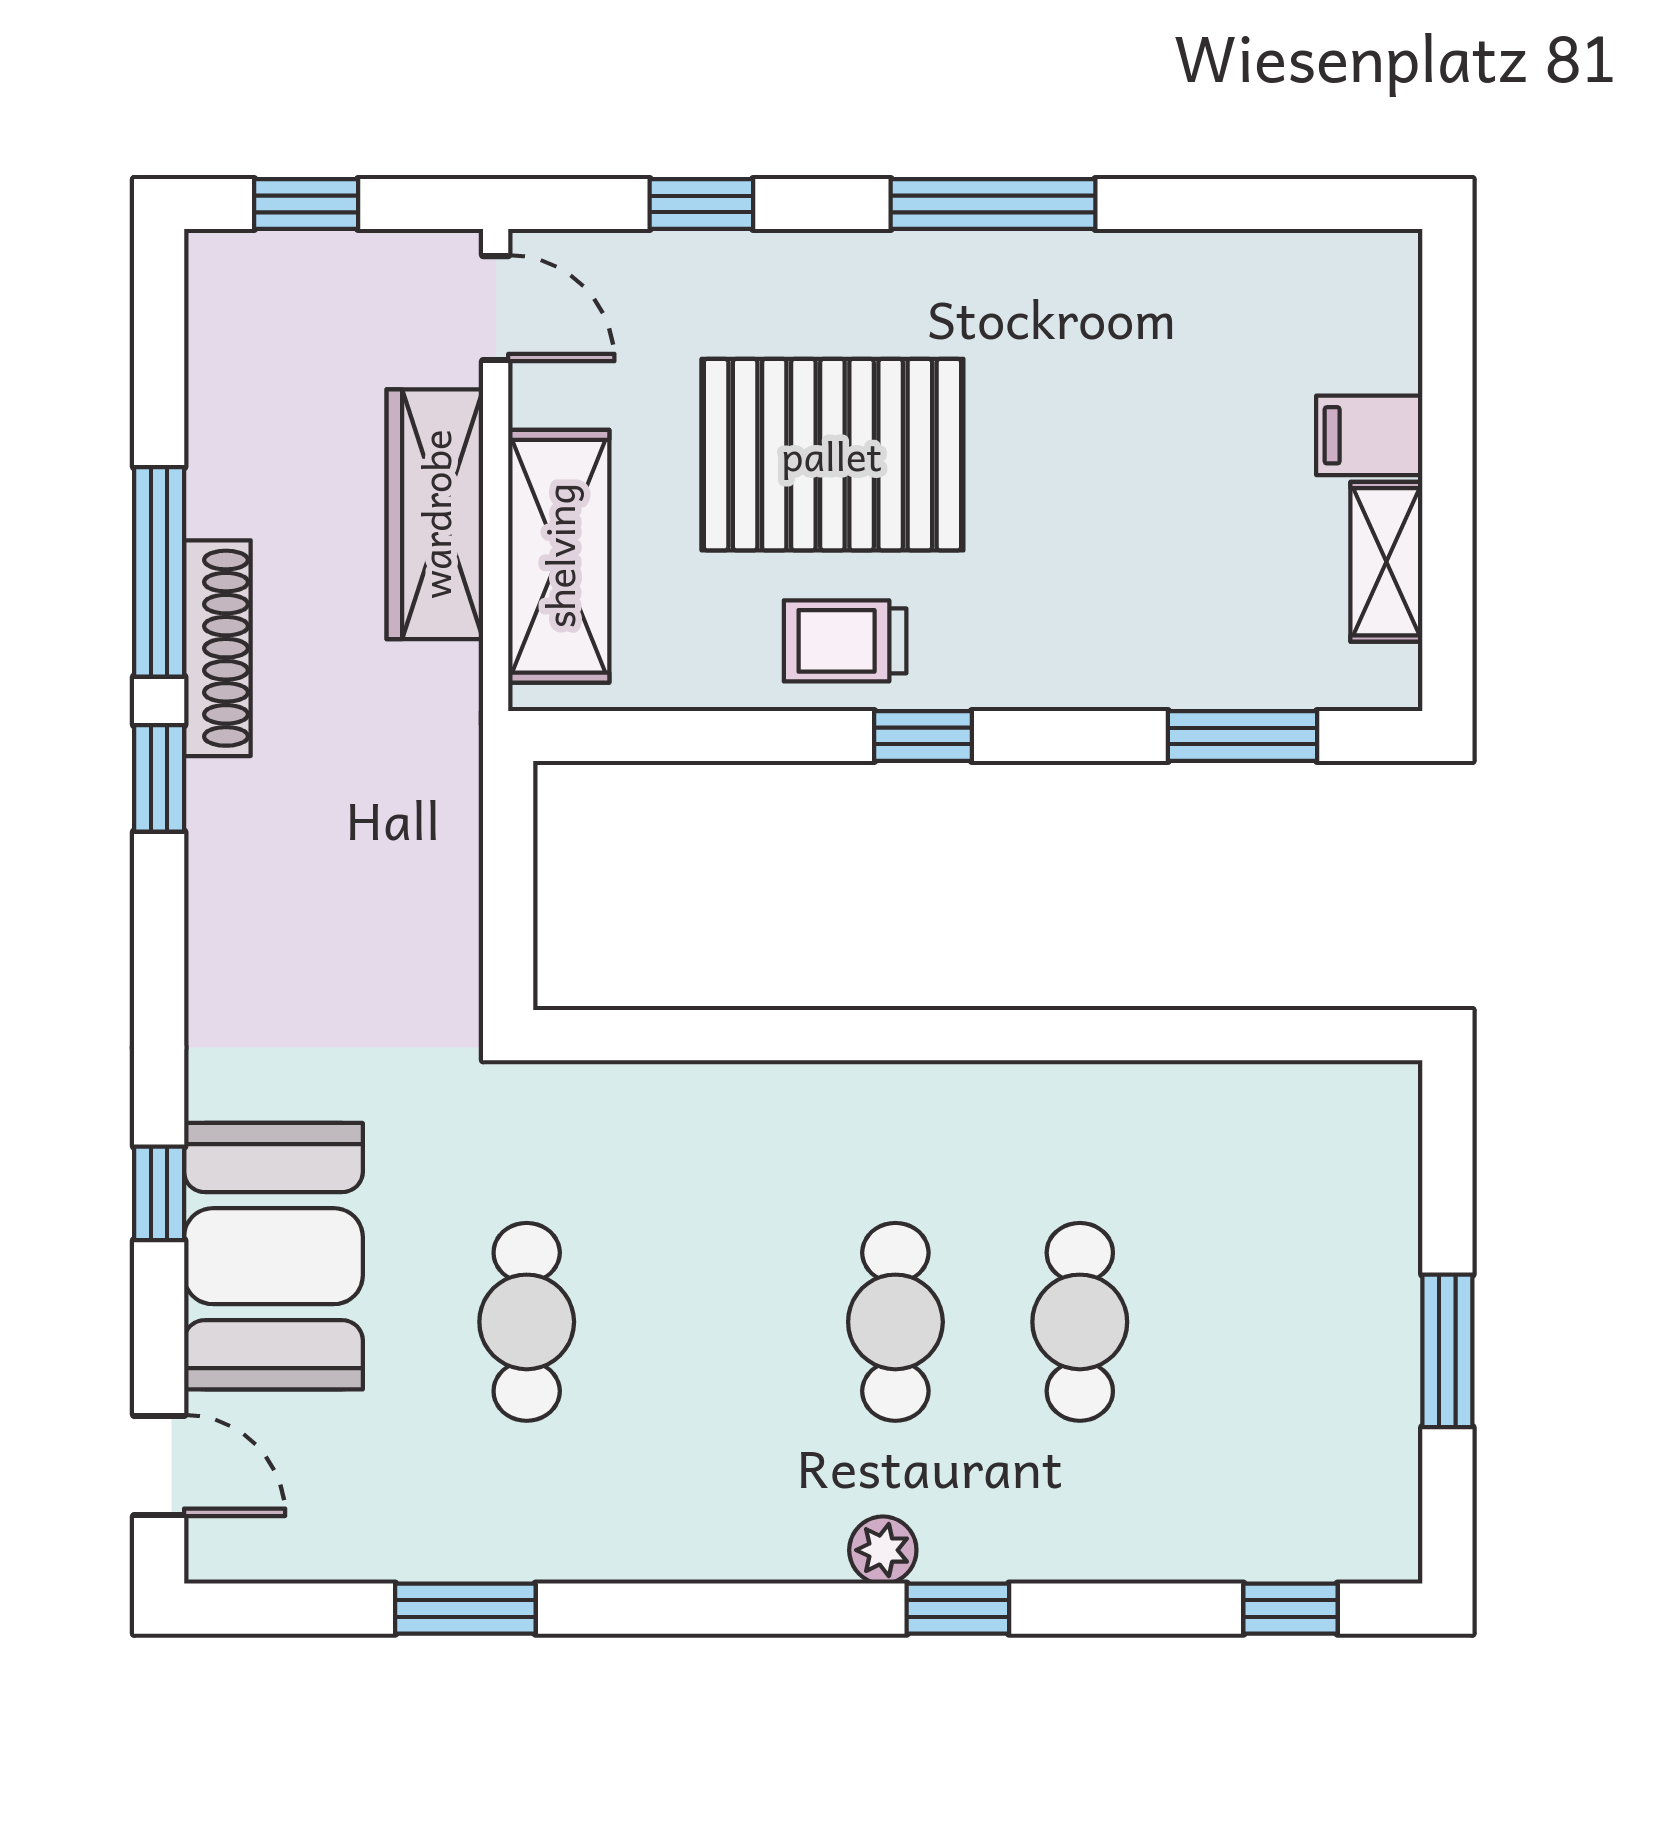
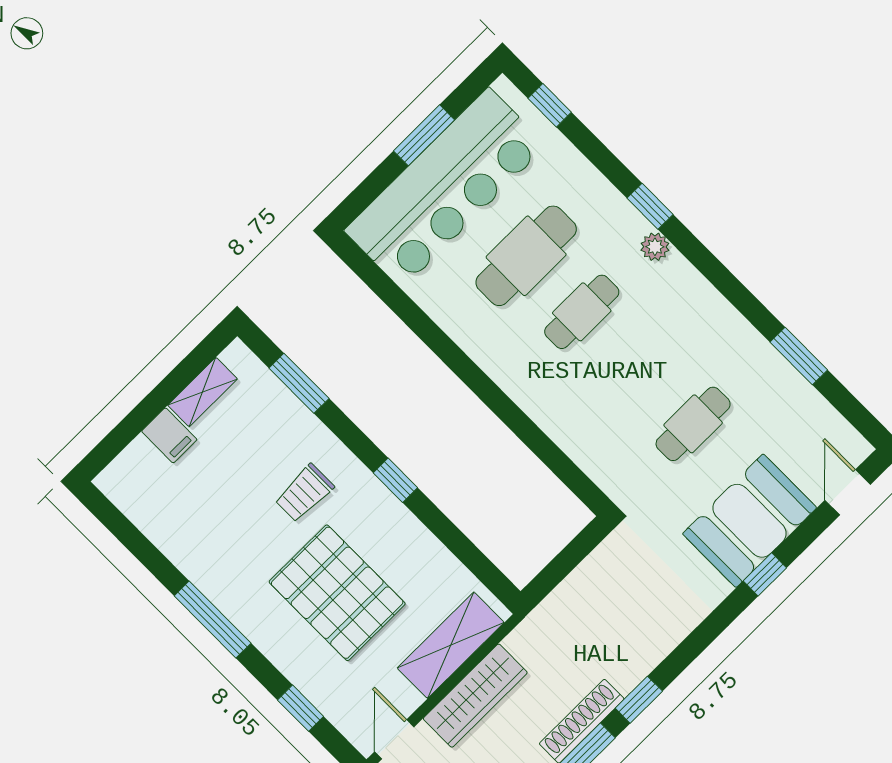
trolley: (845, 641) -> (304, 493), moved, turned 90
bar counter: (1325, 1300) -> (445, 188), added
cafe table: (1080, 1322) -> (526, 256), width x1.37, depth x1.35

